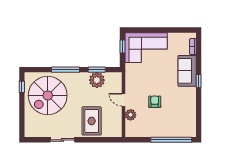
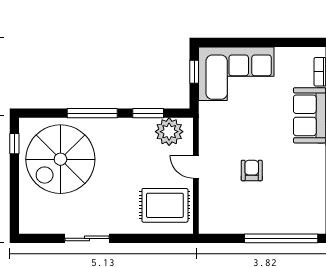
plant: (97, 80) -> (169, 132), moved
plant: (131, 115) -> (208, 194), removed
rug: (92, 121) -> (165, 205), moved, turned 90

